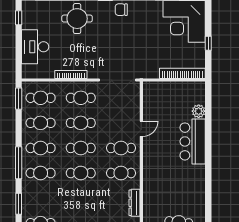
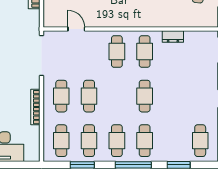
window: (19, 99) -> (82, 165), moved
door: (141, 129) -> (76, 29), moved
cafe table: (81, 148) -> (117, 96), removed
dresser: (135, 203) -> (173, 37), width x0.70

